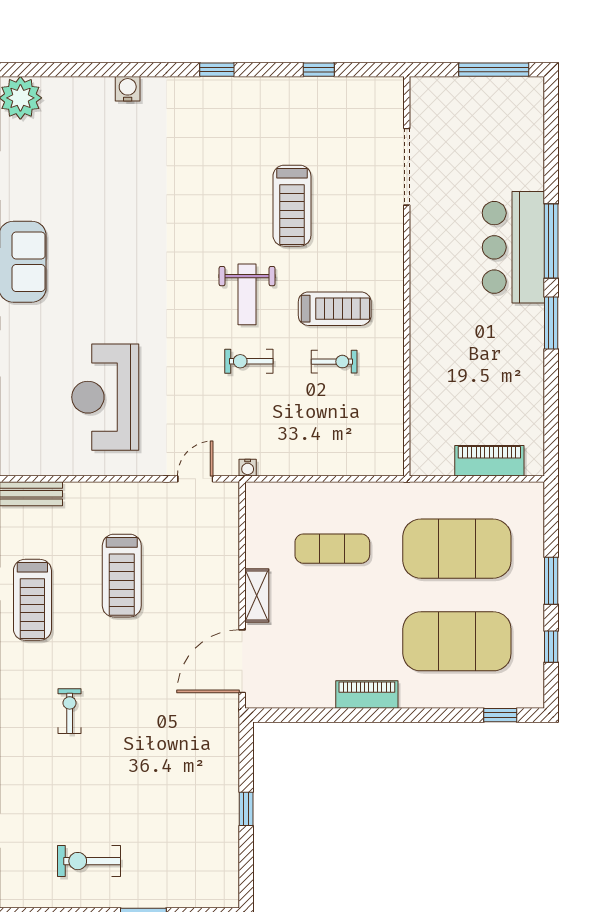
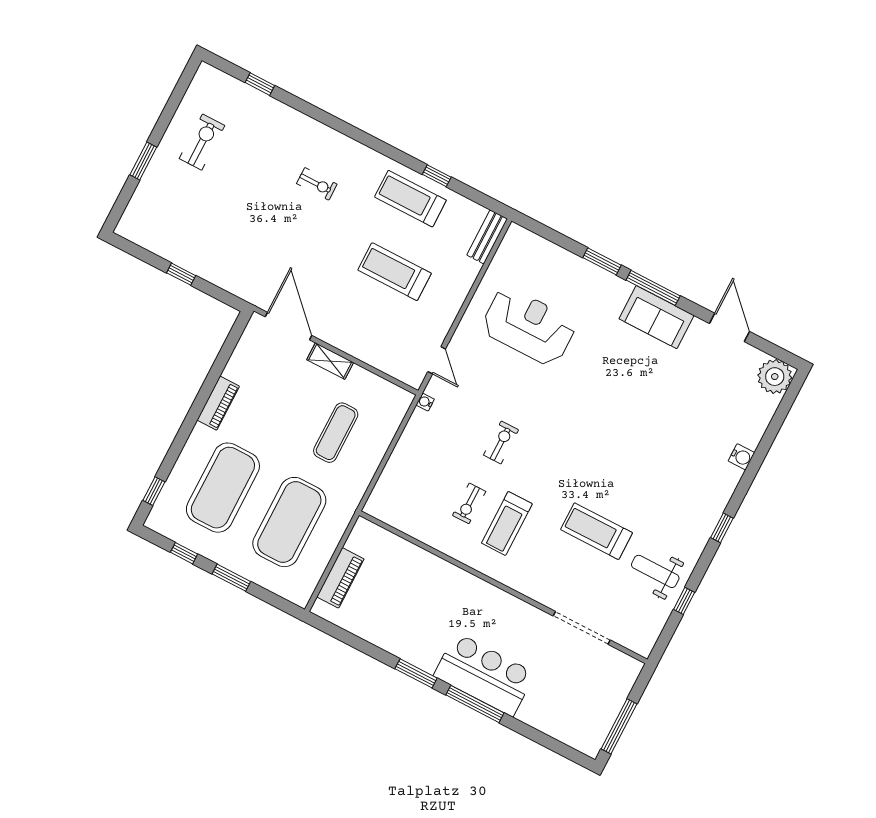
weight bench: (247, 294) -> (655, 571), moved

